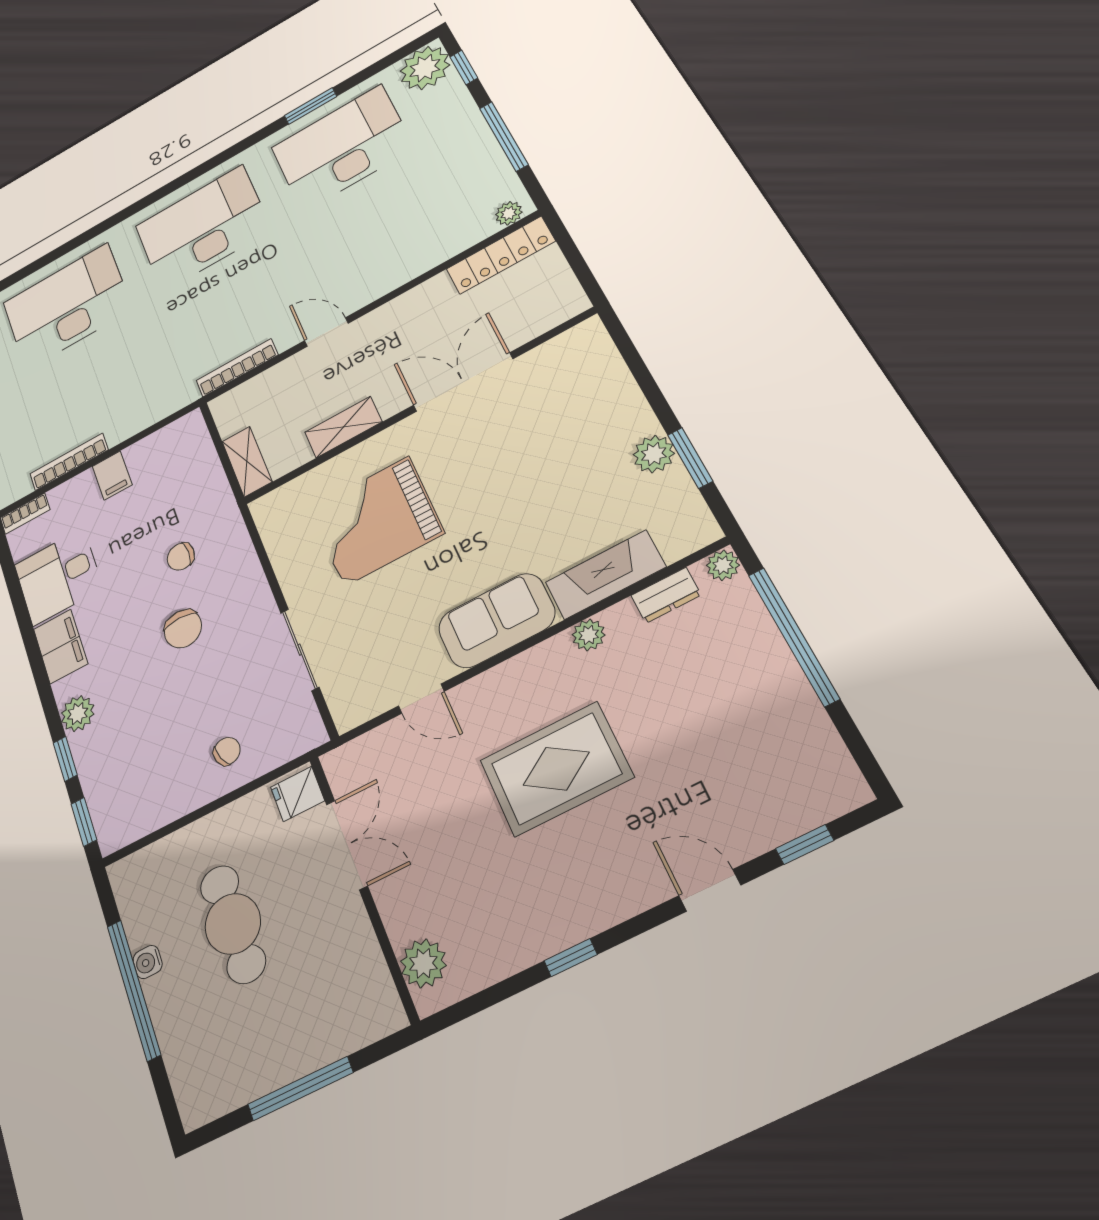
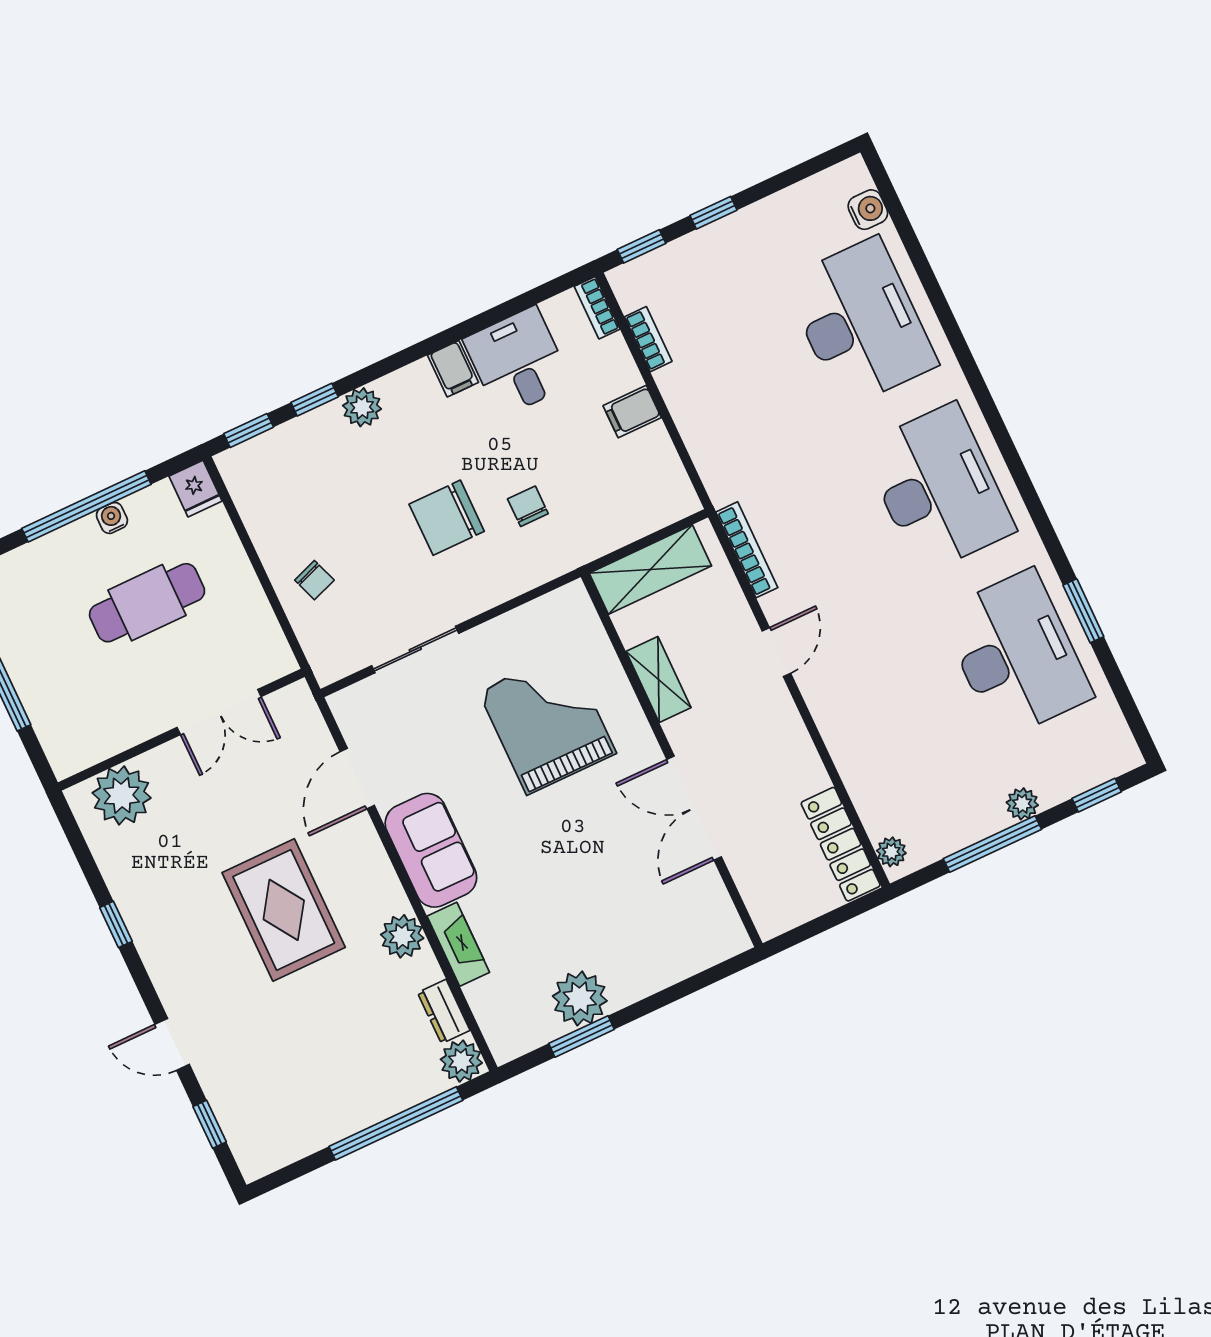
plant: (425, 68) -> (1022, 804), moved, width x0.53, depth x0.53
double door: (463, 382) -> (694, 808), swing flipped
plant: (654, 454) -> (580, 998), width x1.36, depth x1.36
bookcase: (69, 462) -> (648, 339), width x0.64
shelving: (247, 462) -> (650, 570), width x1.50, depth x1.33
plant: (723, 565) -> (461, 1061), width x1.38, depth x1.38
fireplace: (605, 575) -> (458, 944), width x0.73, depth x0.76
chair: (183, 629) -> (447, 518), width x1.37, depth x1.37
plant: (589, 635) -> (402, 936), width x1.38, depth x1.38
filing cabinet: (61, 646) -> (453, 369), width x0.50
door: (421, 699) -> (357, 779), width x1.38
fridge: (298, 794) -> (196, 489), moved, turned 180
door: (710, 890) -> (172, 1044), swing flipped
plant: (423, 963) -> (122, 795), width x1.36, depth x1.36

